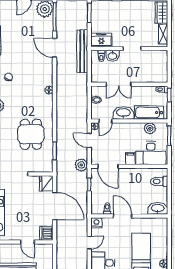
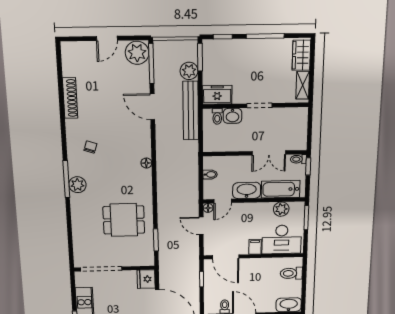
double door: (119, 84) -> (269, 153), moved
dining table: (31, 134) -> (124, 220), turned 90
plant: (81, 165) -> (189, 71), moved

